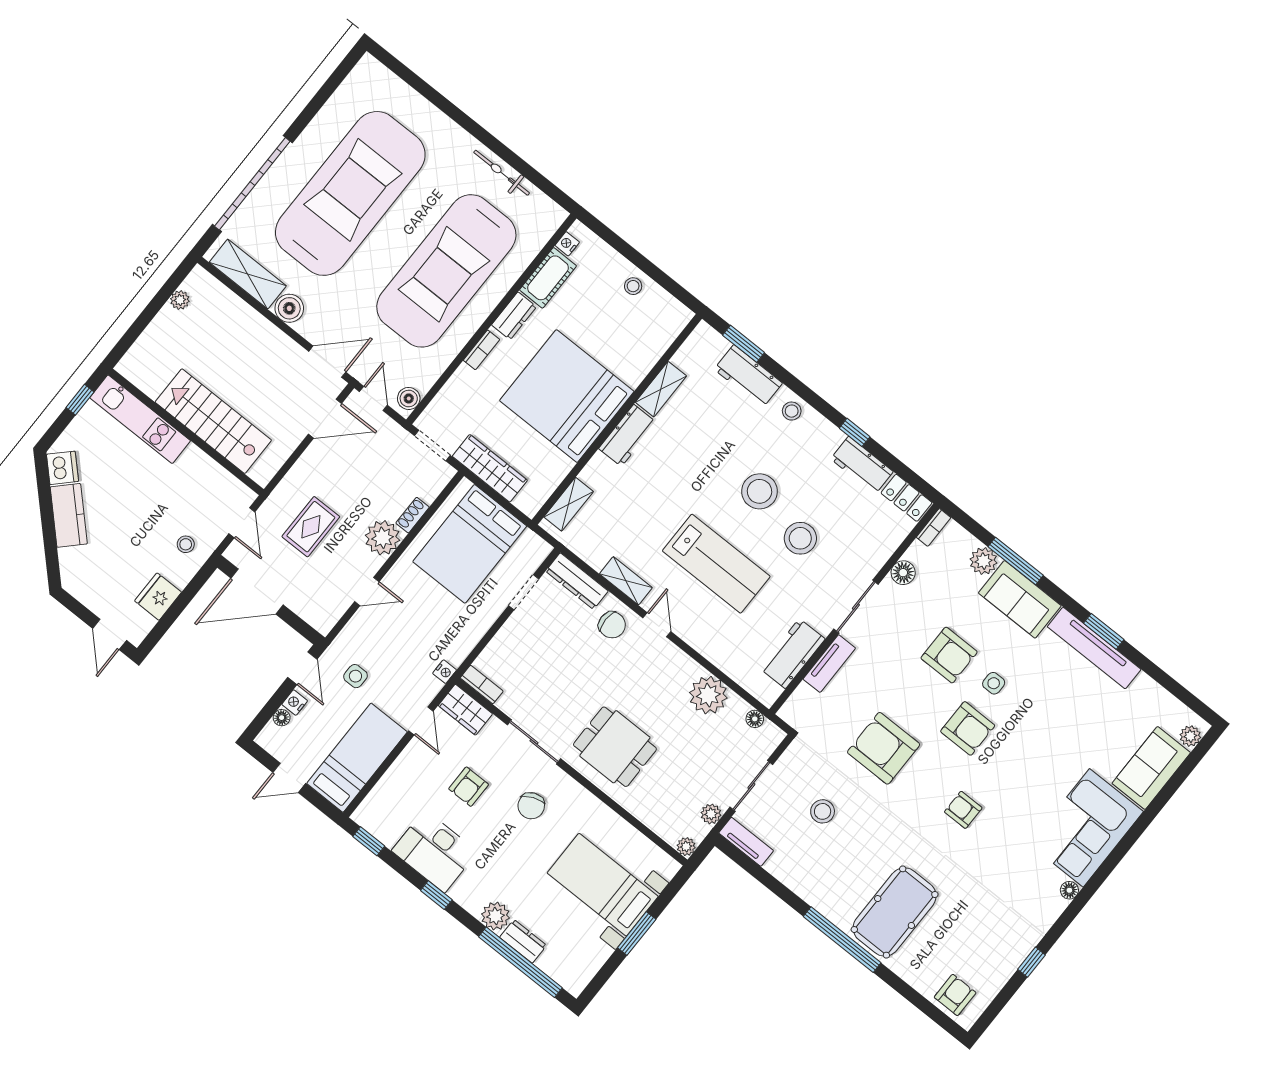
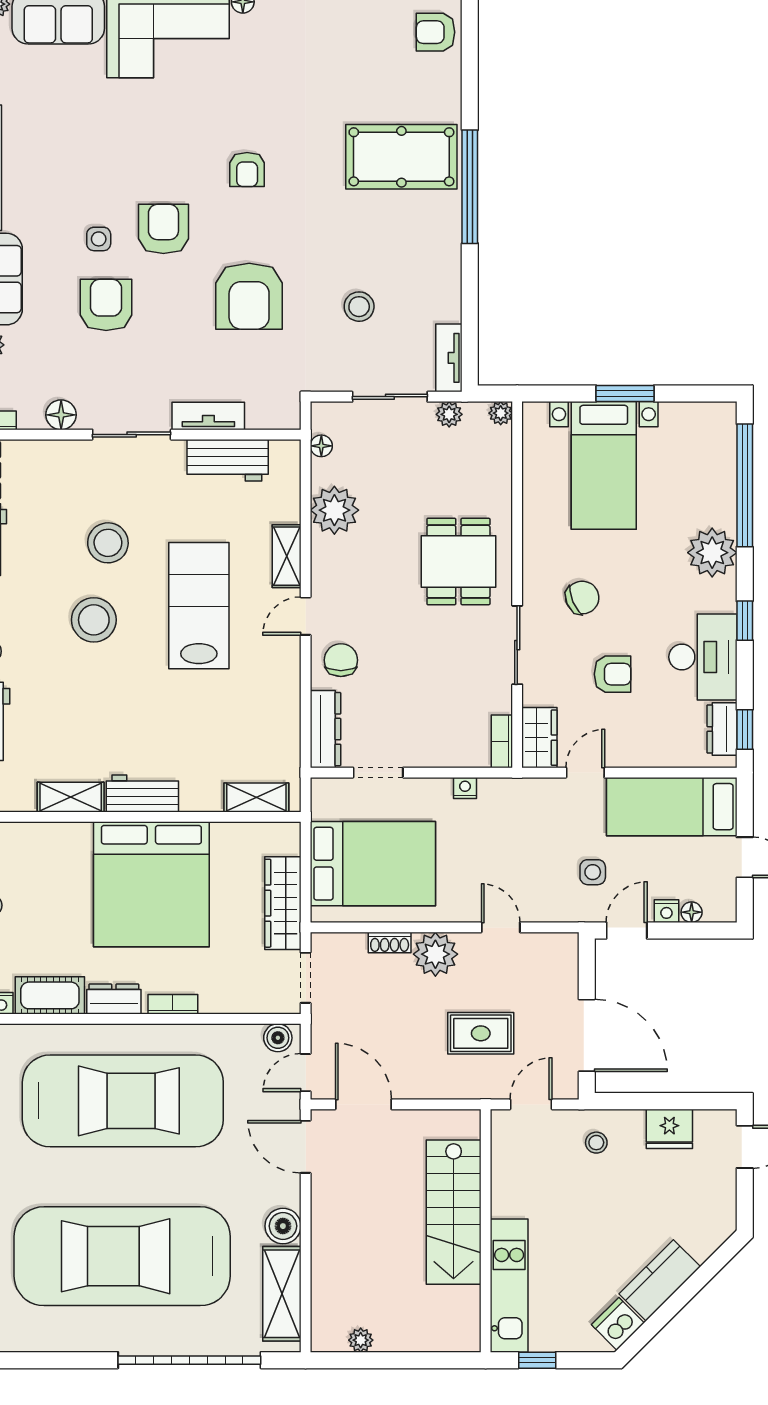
shelving: (626, 581) -> (287, 556), moved
nightstand: (445, 672) -> (465, 788), moved
plant: (496, 916) -> (712, 553), width x1.36, depth x1.36
dresser: (523, 941) -> (722, 729), moved

